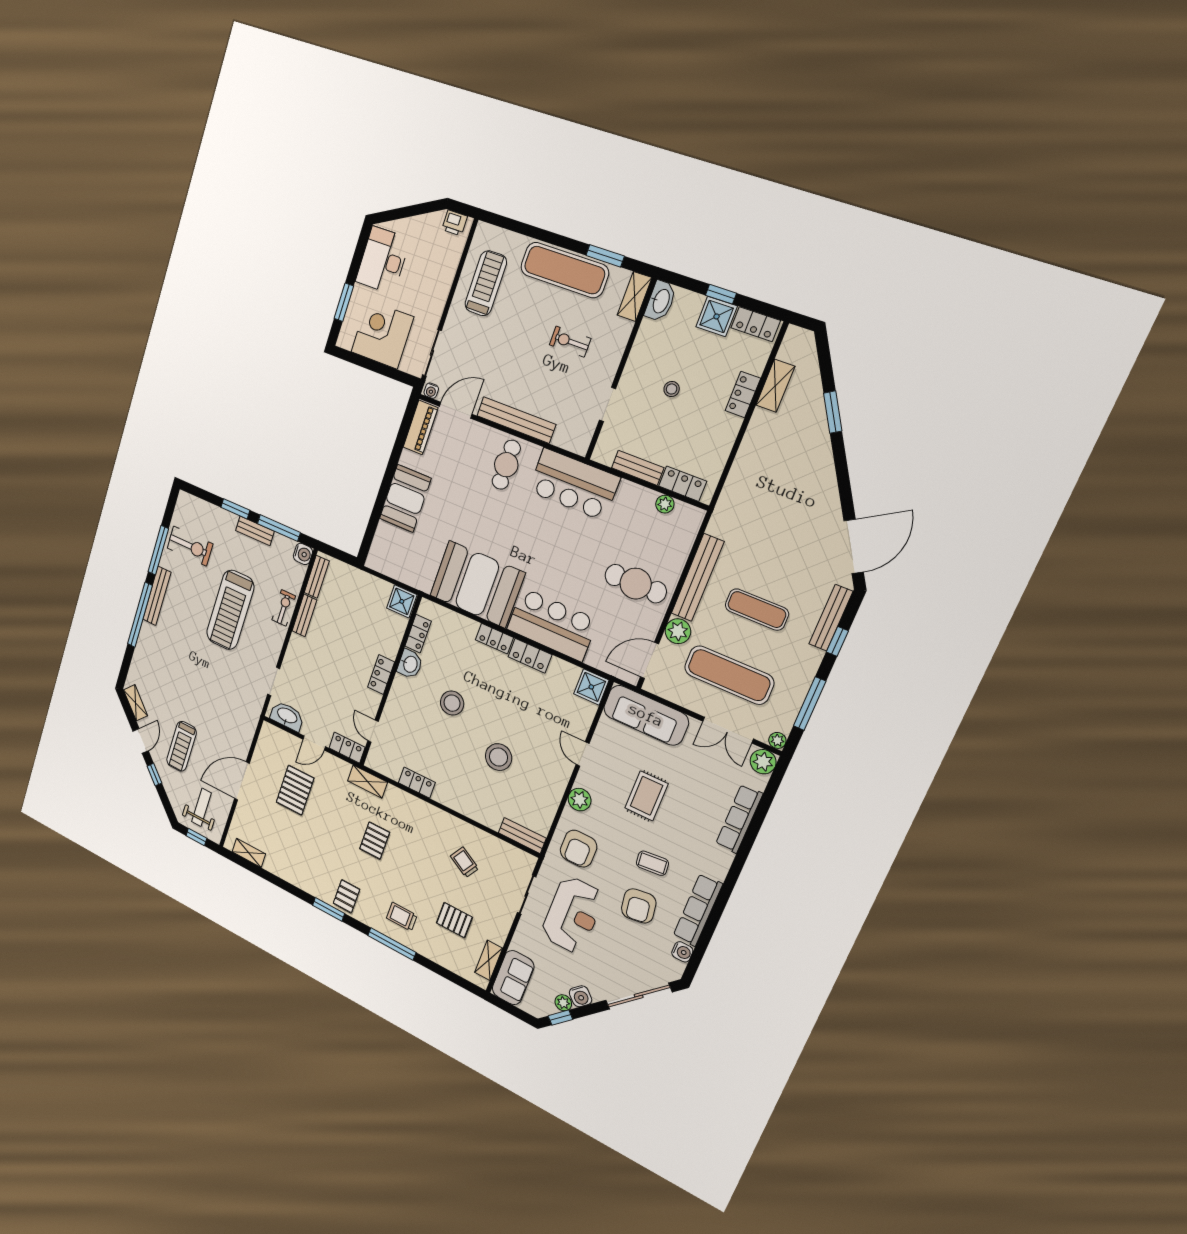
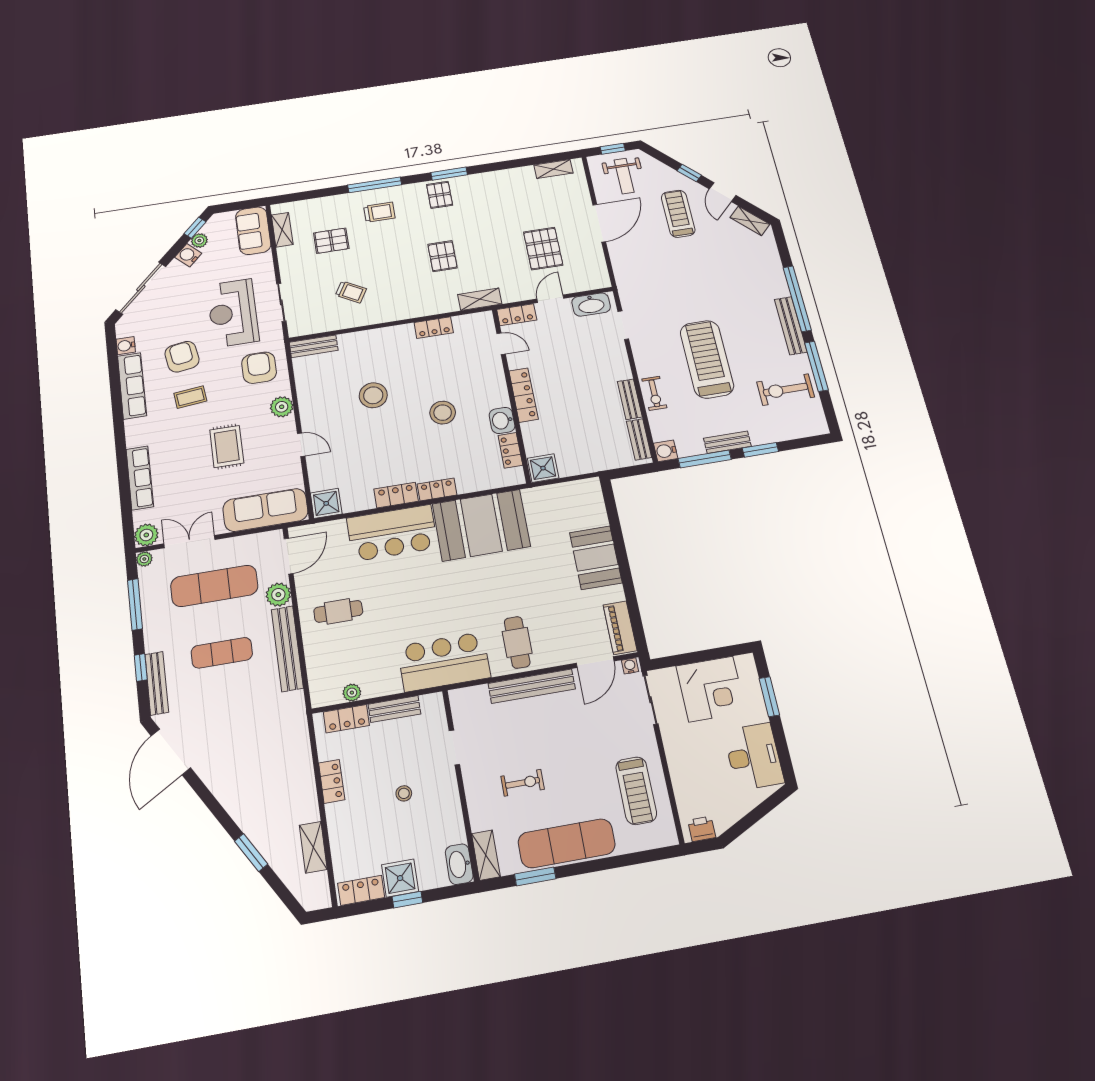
locker: (743, 394) -> (332, 781), moved
cafe table: (636, 584) -> (338, 611), width x0.73, depth x0.74
locker: (381, 675) -> (523, 395), width x1.53

